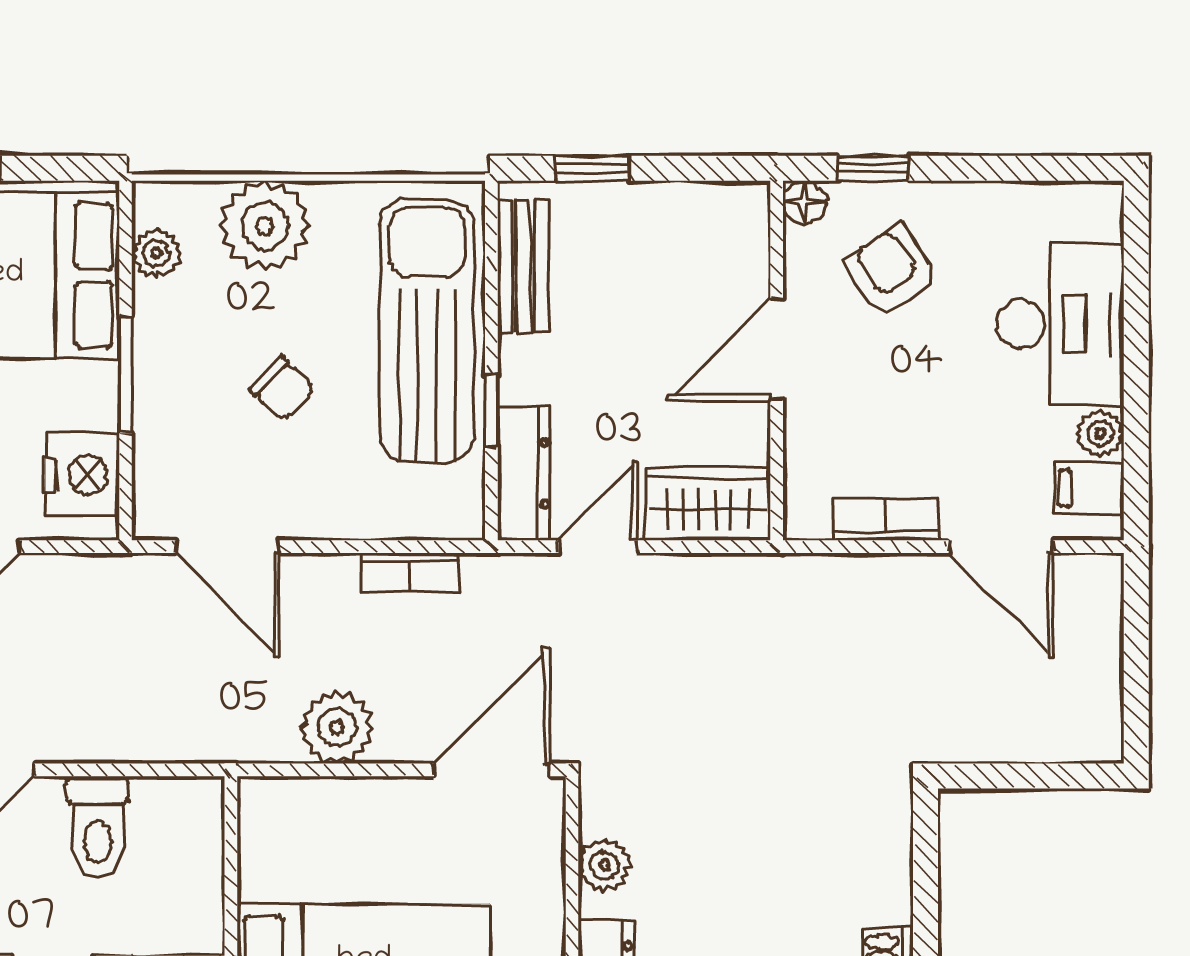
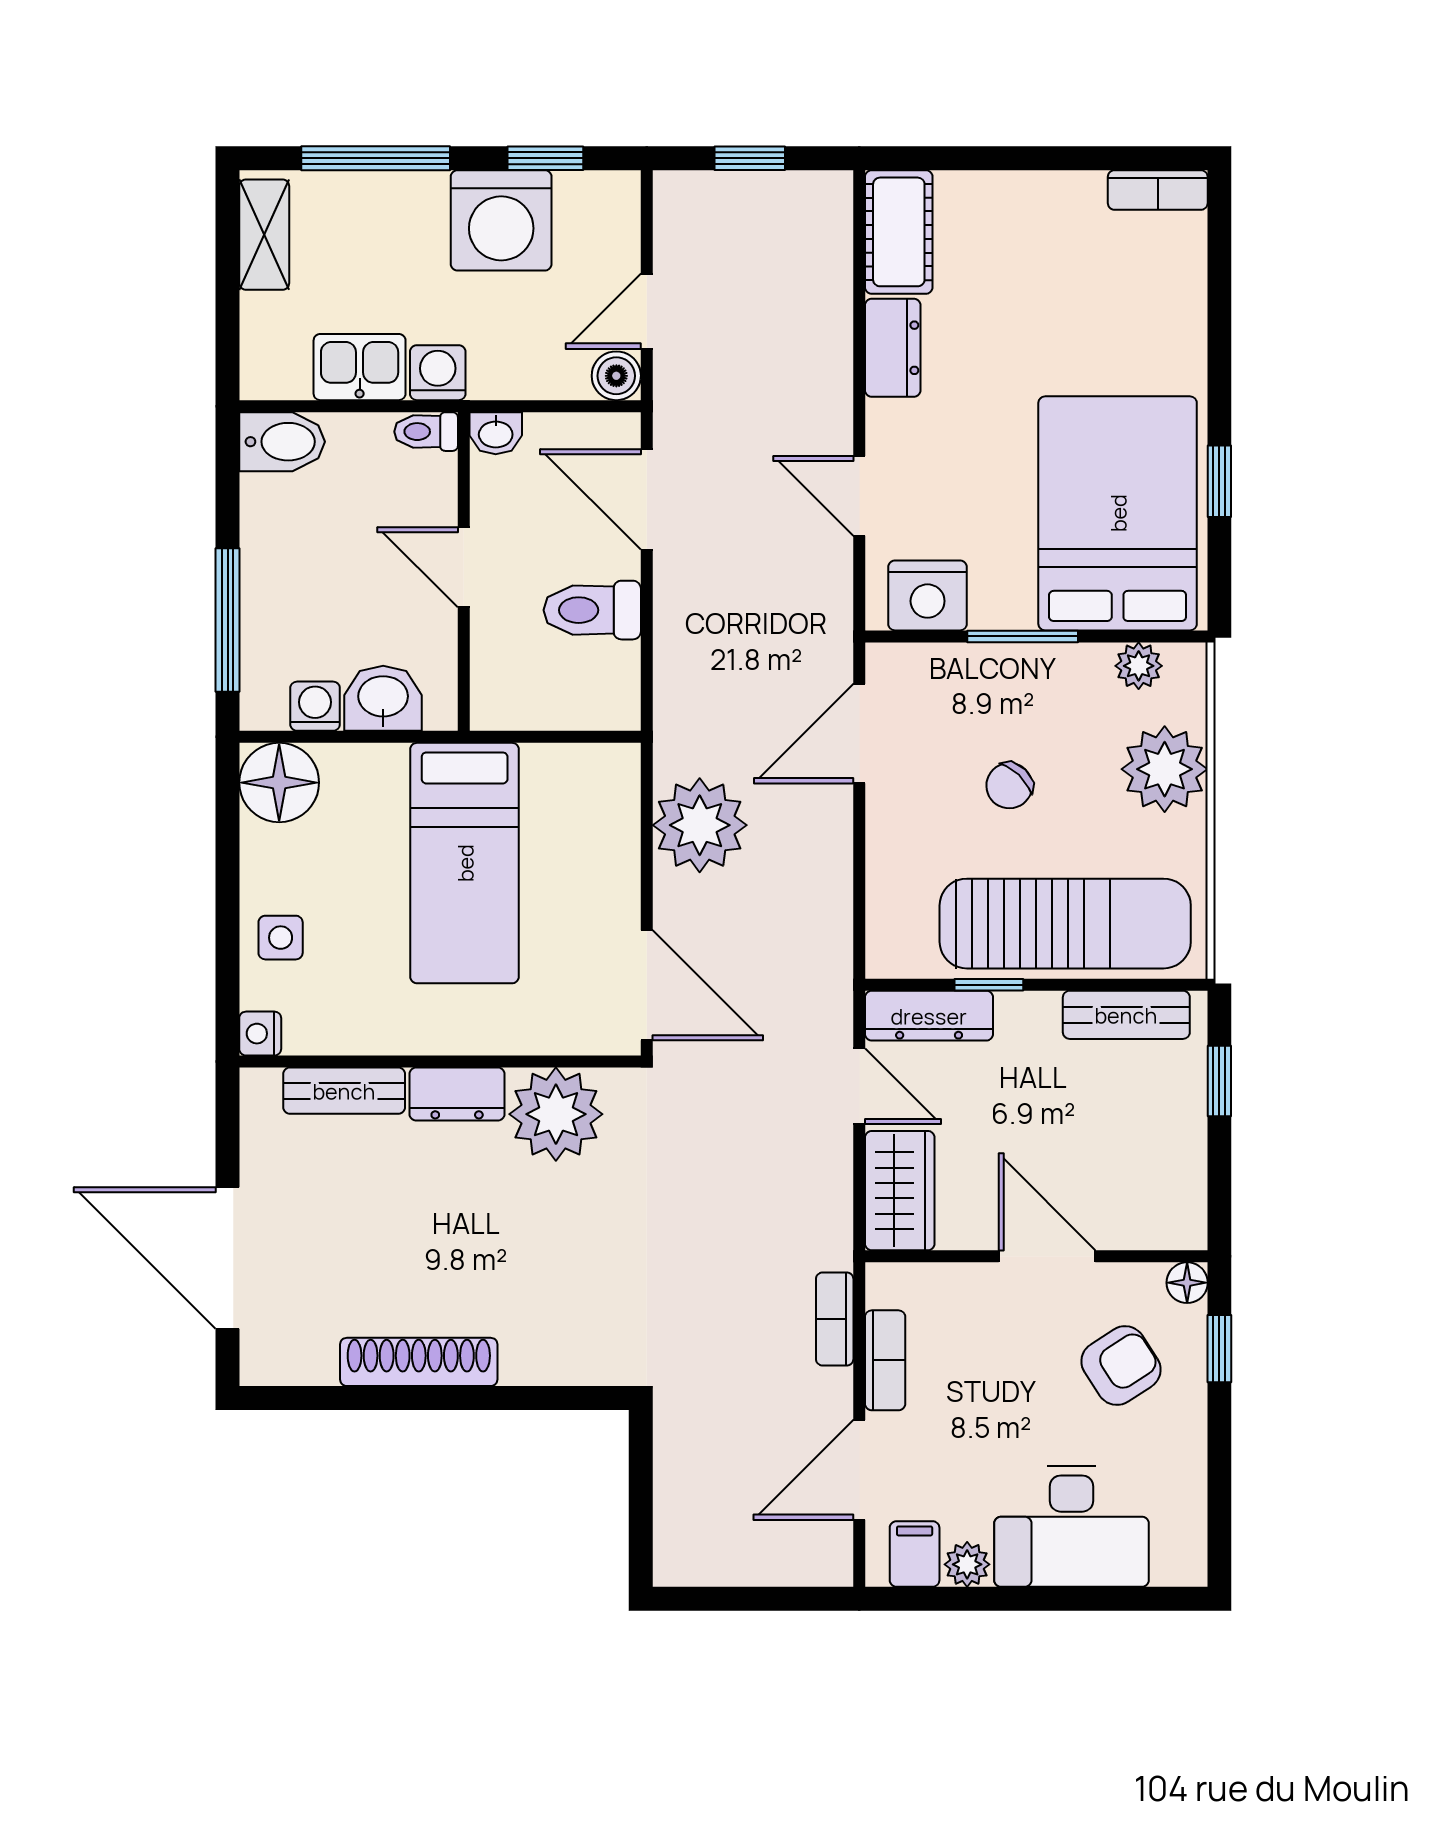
bookcase: (410, 572) -> (835, 1319), moved
plant: (337, 727) -> (700, 825), width x1.36, depth x1.36
plant: (604, 865) -> (556, 1114), width x1.88, depth x1.88

